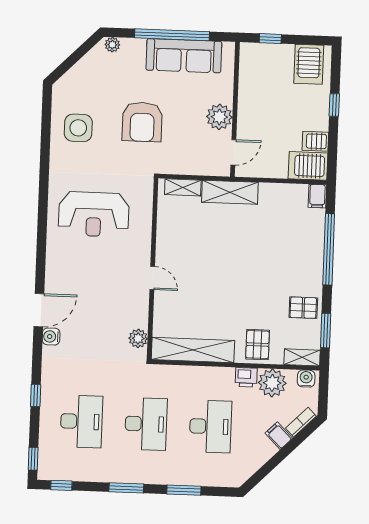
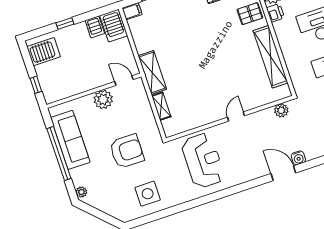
wall: (153, 269) -> (230, 119), moved
door: (152, 278) -> (236, 116), moved
plant: (138, 338) -> (281, 110), moved

